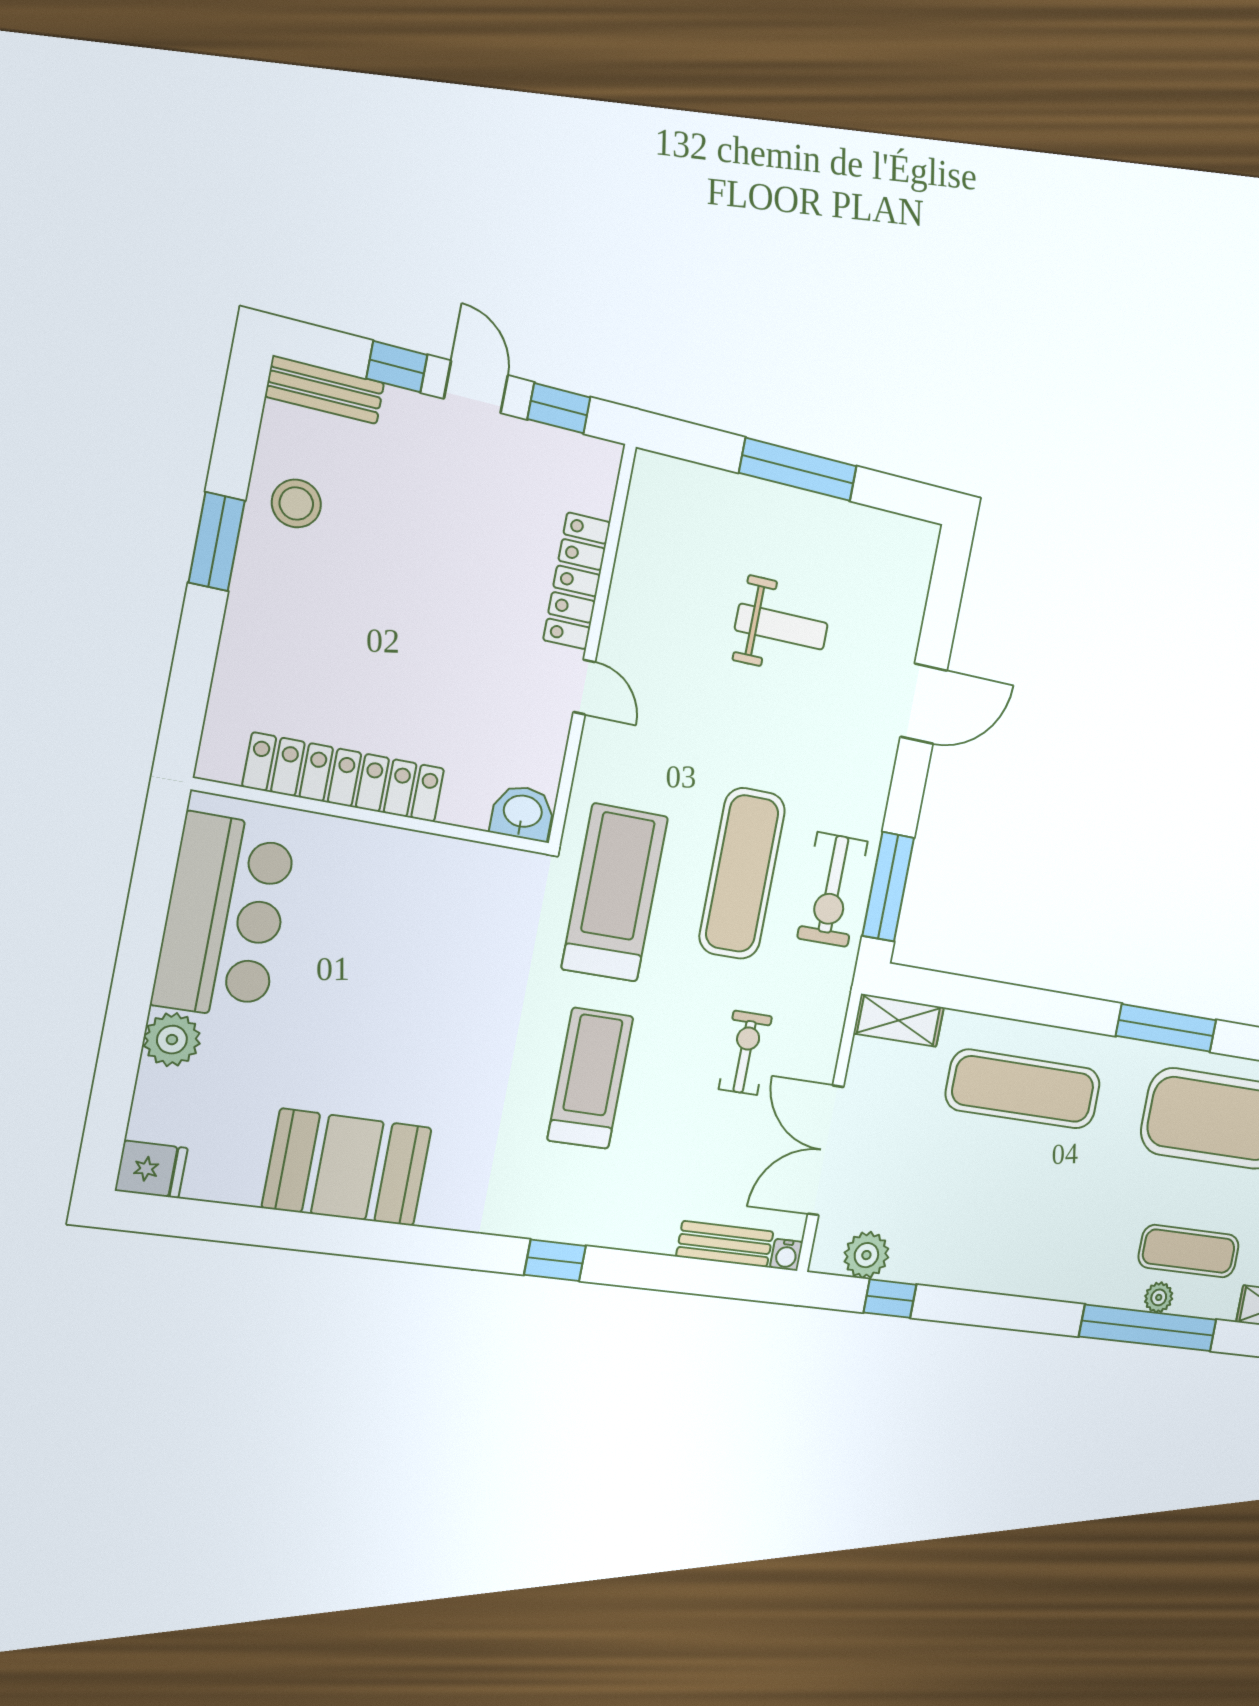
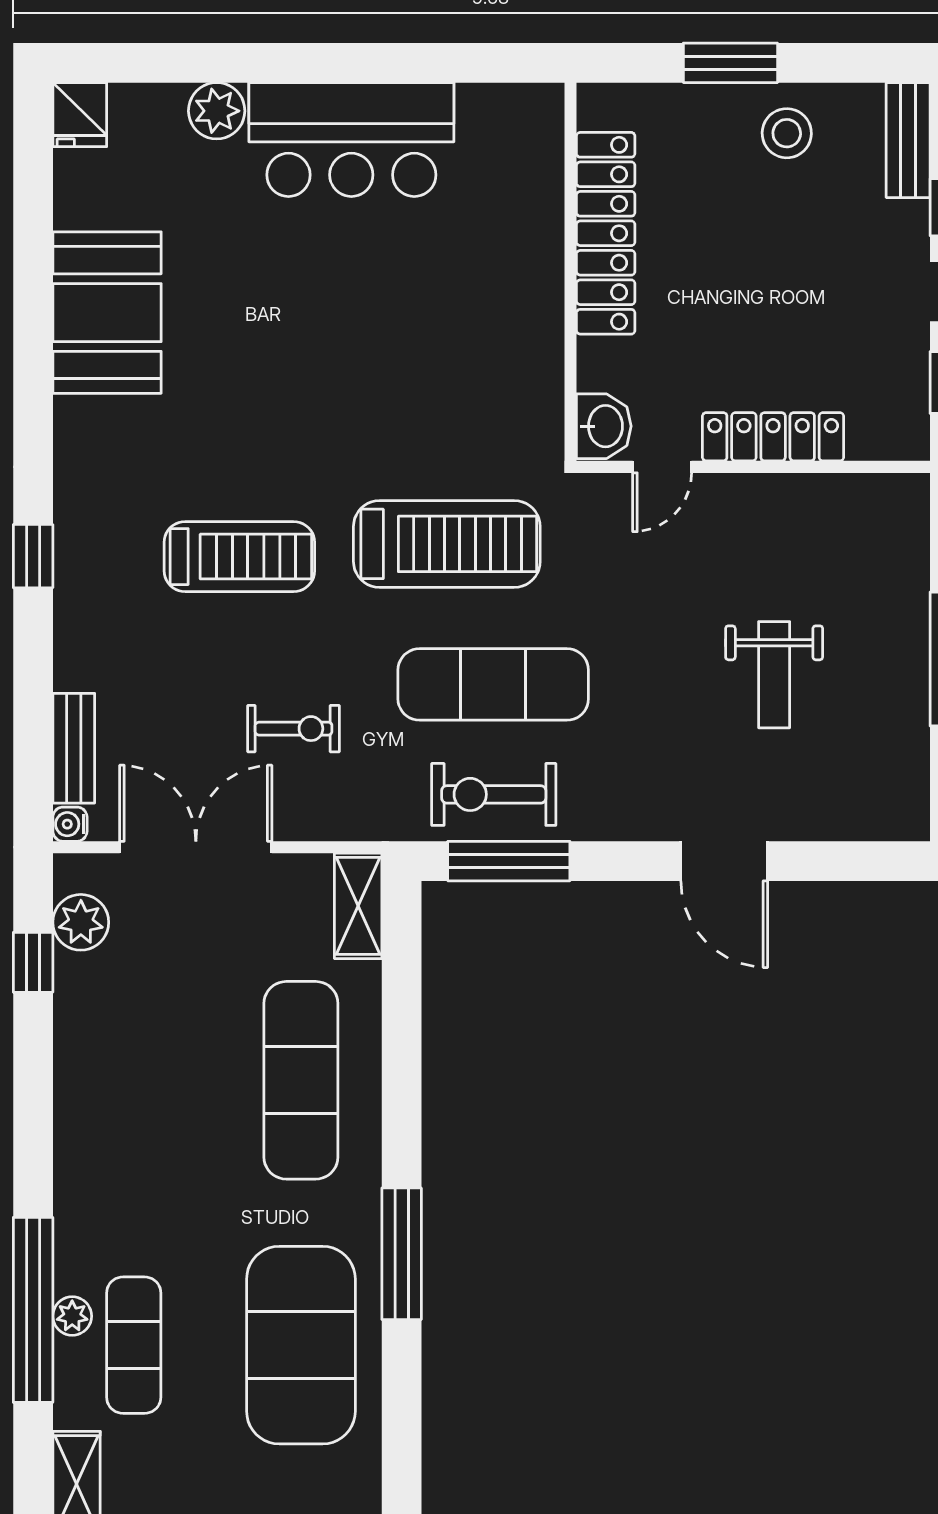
locker: (345, 778) -> (606, 233), moved
washbasin: (523, 813) -> (604, 426), moved
wall: (375, 817) -> (571, 272), moved

